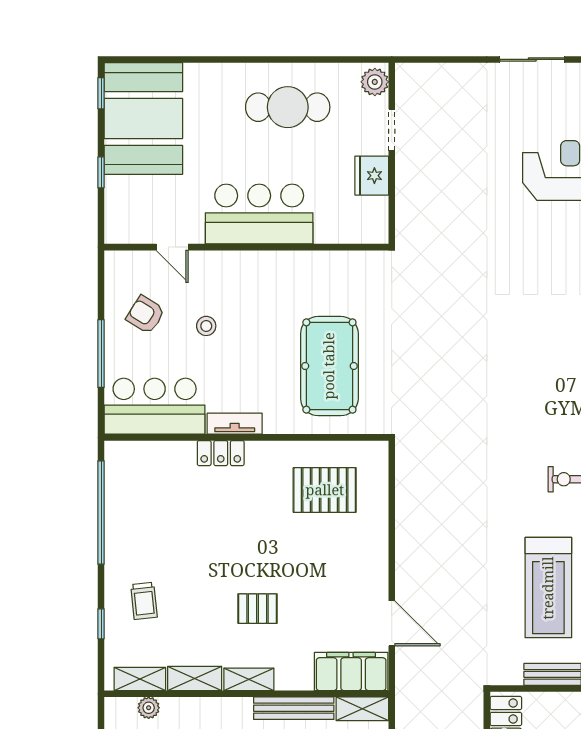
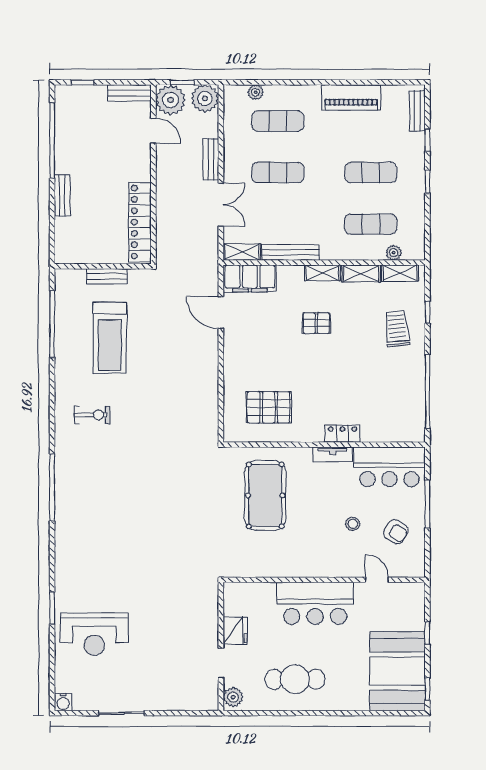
treadmill: (548, 588) -> (110, 338), turned 180
trolley: (144, 601) -> (397, 329), width x1.36, depth x1.39

